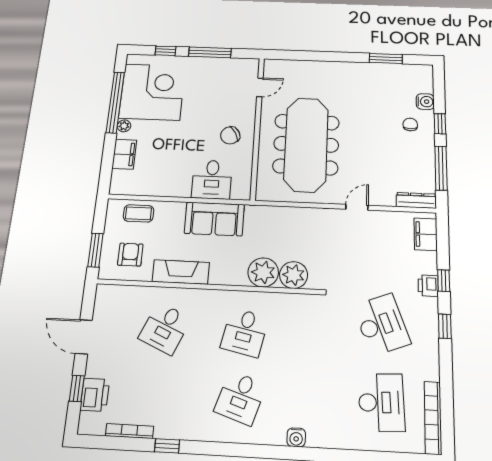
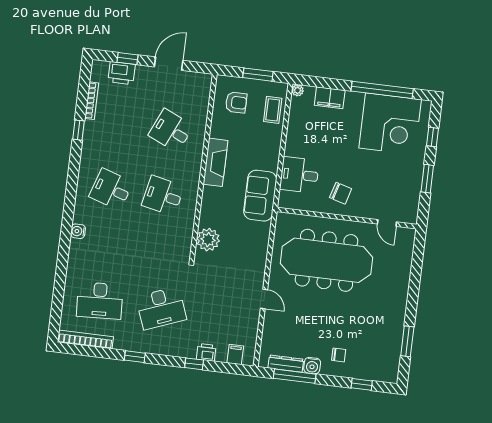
window: (210, 52) -> (427, 179), width x0.69
water cooler: (425, 102) -> (312, 366), moved
window: (440, 124) -> (362, 384), moved
plant: (124, 126) -> (298, 90), moved
chair: (230, 135) -> (341, 193), turned 135
dresser: (416, 200) -> (286, 364), moved, turned -90
sofa: (214, 219) -> (260, 196), moved
filing cabinet: (426, 234) -> (235, 355), width x0.50
window: (95, 250) -> (258, 75), moved
fireplace: (181, 272) -> (216, 162), moved
plant: (263, 272) -> (212, 214), removed
printer: (428, 286) -> (206, 352), moved
window: (445, 326) -> (135, 357), moved

